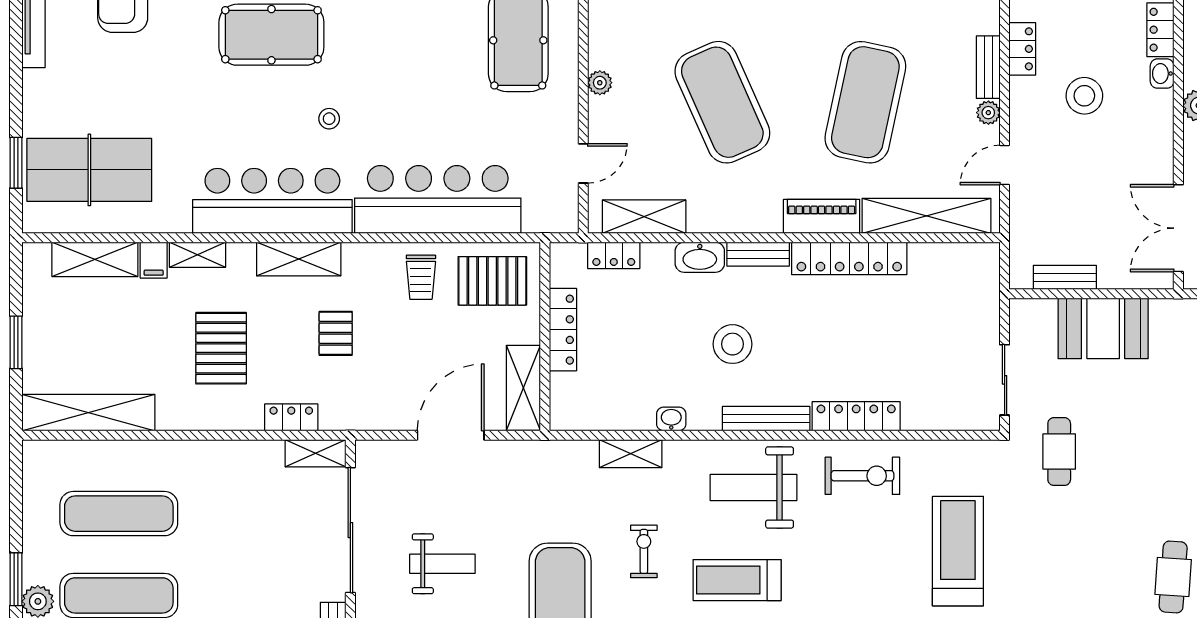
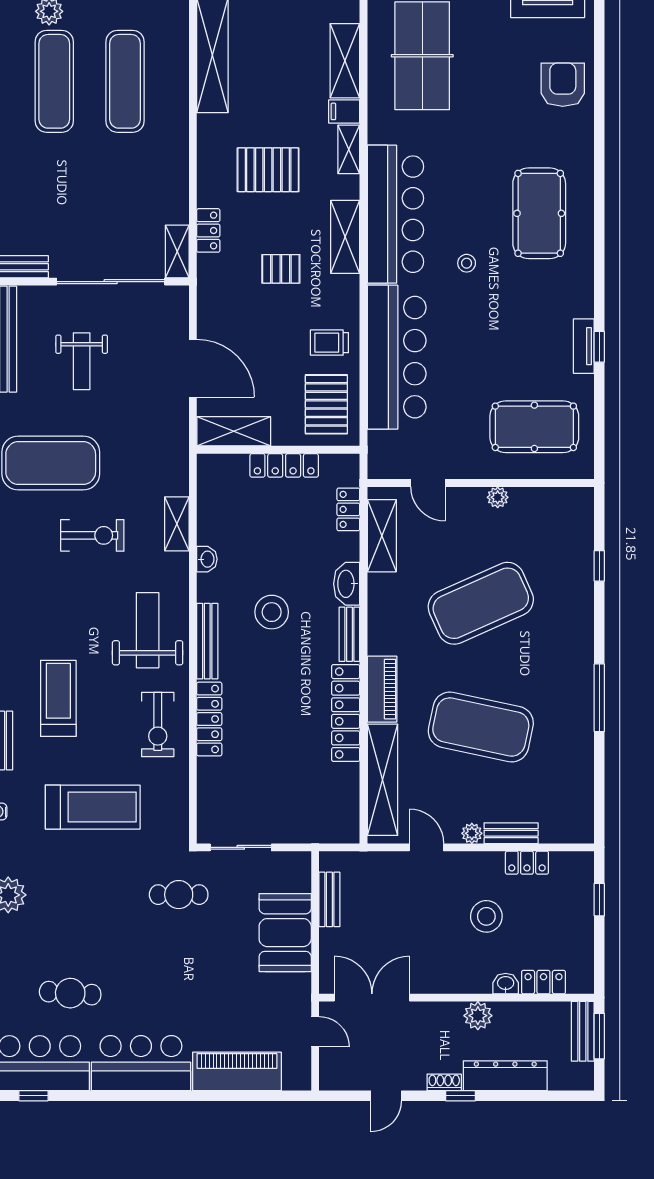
exercise bike: (644, 551) -> (92, 535), width x1.38, depth x1.39
treadmill: (737, 580) -> (58, 698), moved

